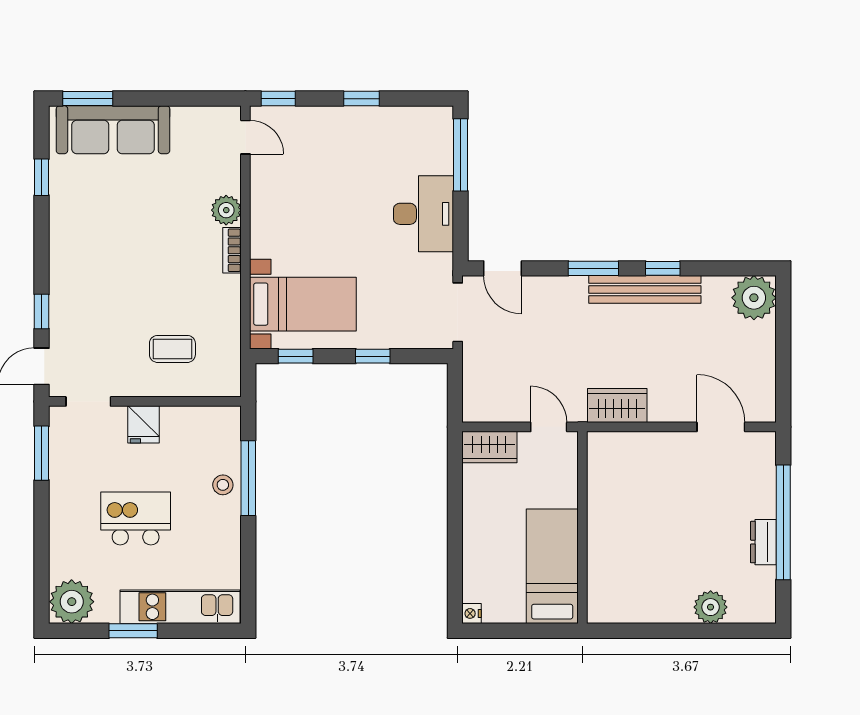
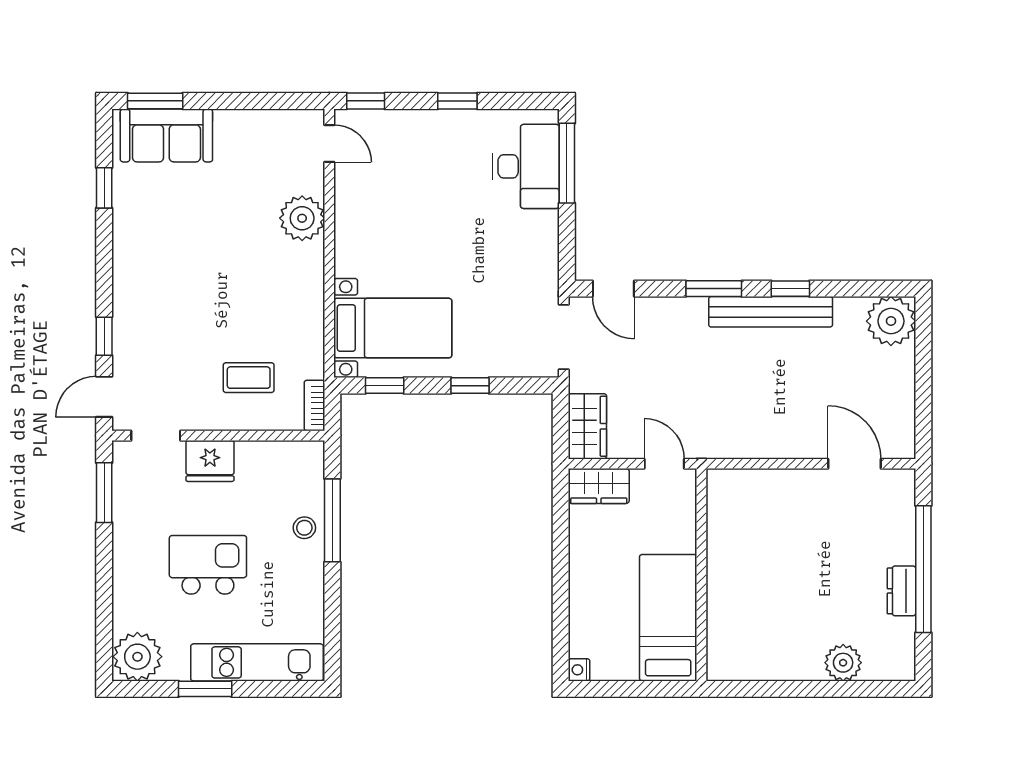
sofa: (113, 130) -> (166, 135), width x0.73
plant: (226, 210) -> (302, 218), width x1.36, depth x1.36
desk: (423, 214) -> (526, 166), moved
bookcase: (232, 250) -> (314, 406), moved
wardrobe: (617, 405) -> (587, 426), moved, turned 90
fridge: (143, 424) -> (210, 461), width x1.38

